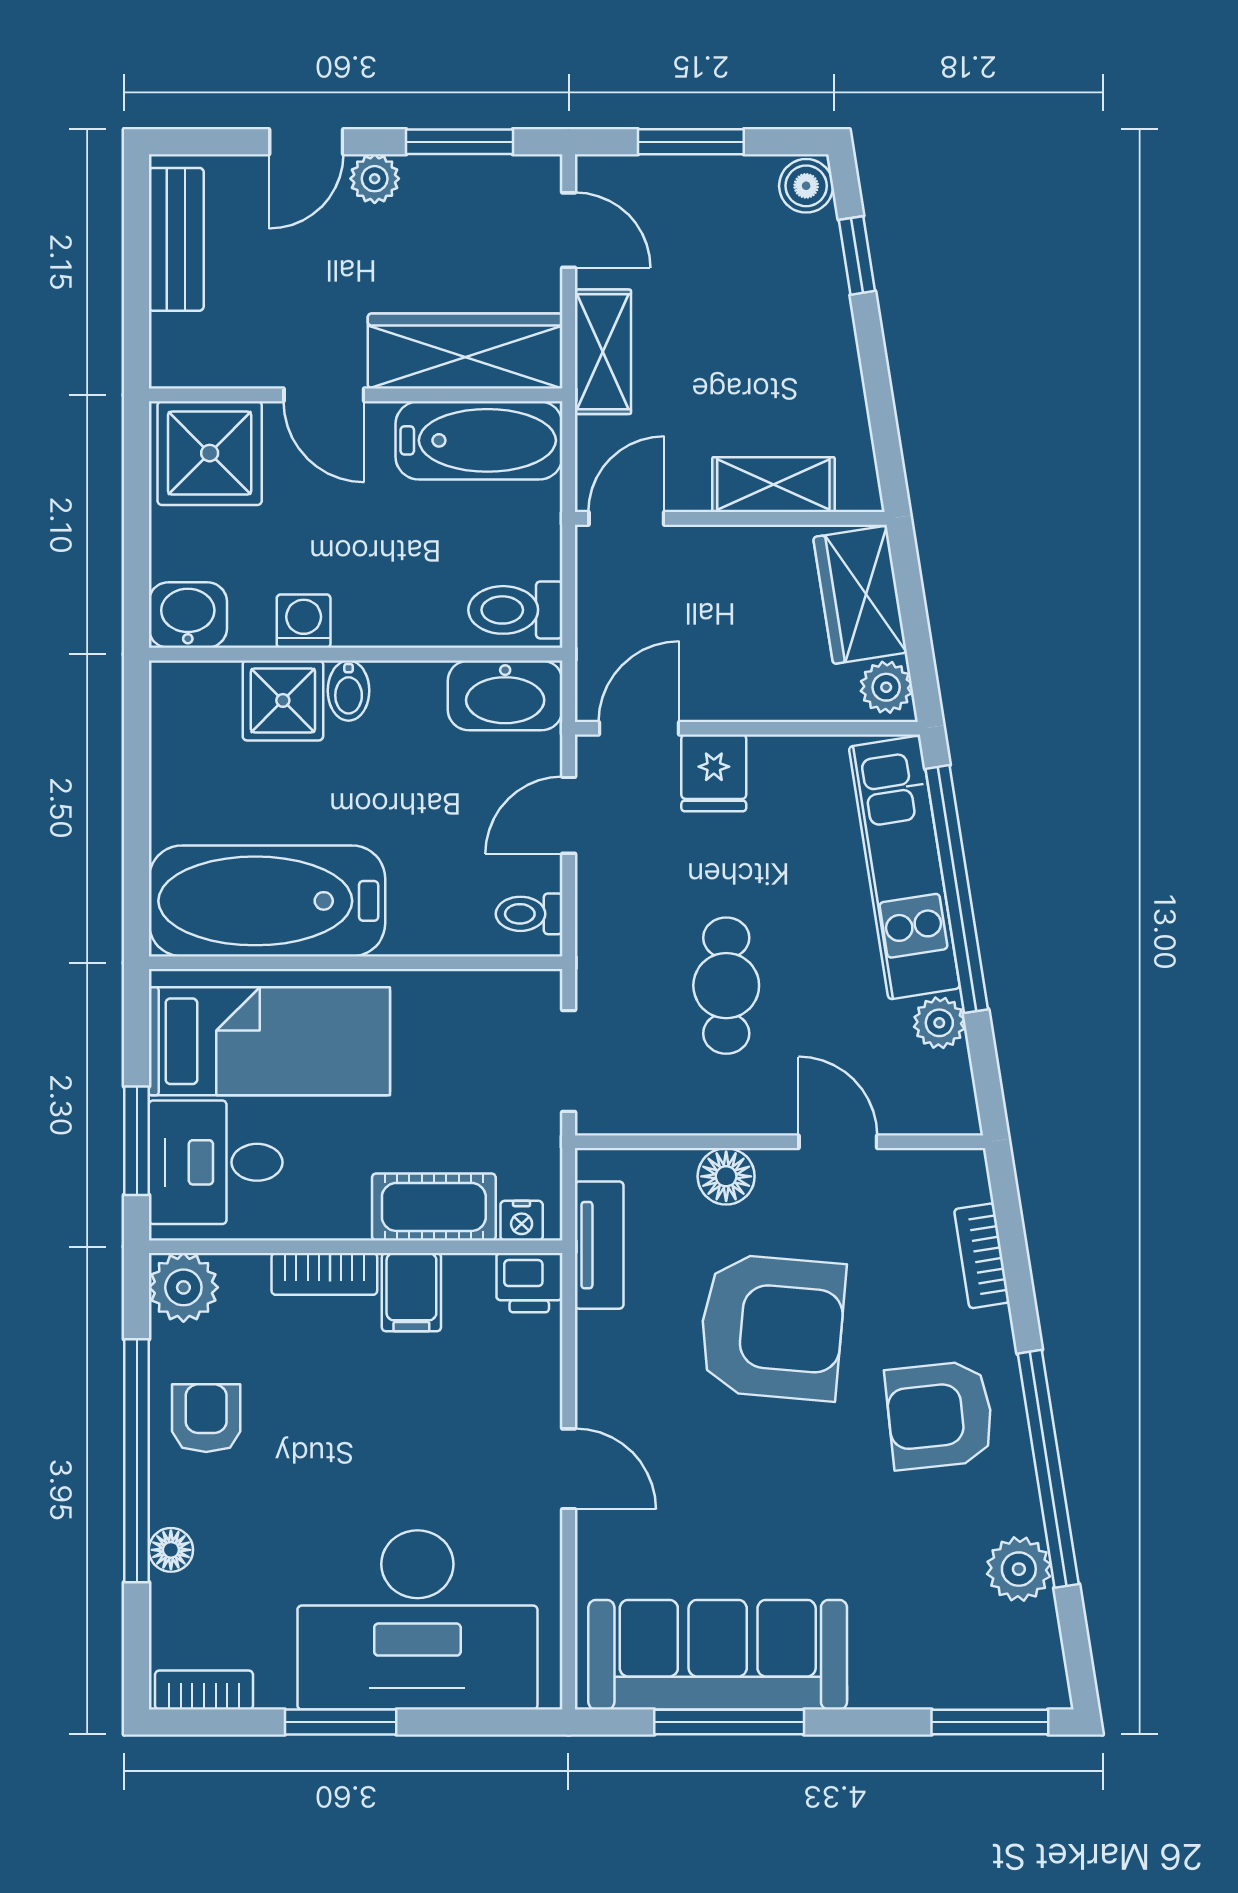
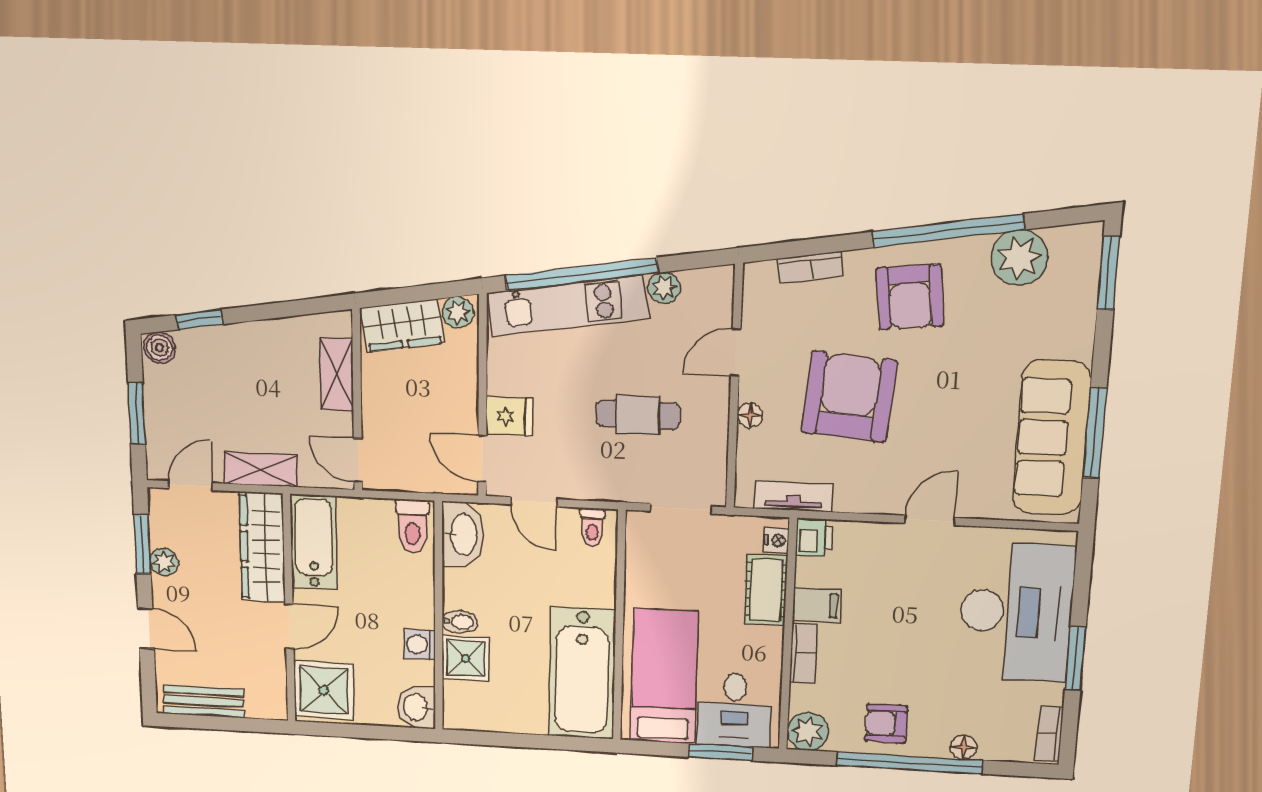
plant: (375, 179) -> (164, 562), moved
floor lamp: (726, 1176) -> (750, 415), width x0.73, depth x0.73
plant: (1019, 1569) -> (1020, 258), width x1.36, depth x1.36

